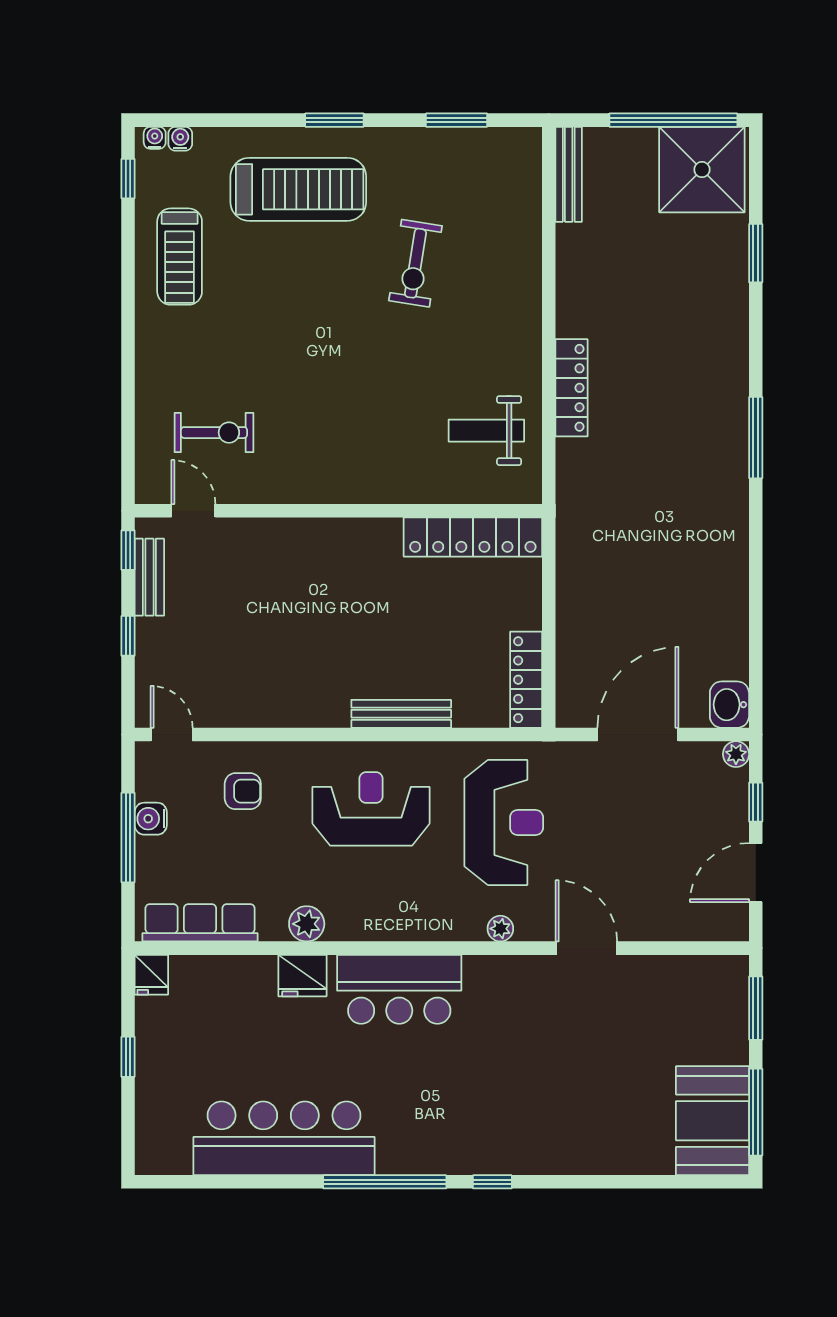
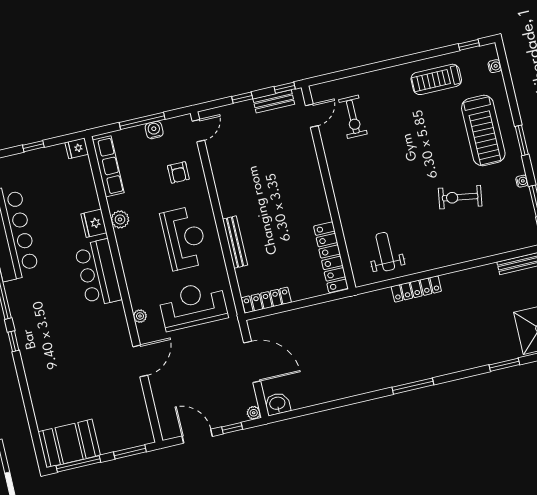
water cooler: (155, 138) -> (522, 181), moved
reception desk: (504, 822) -> (193, 305), turned 180

